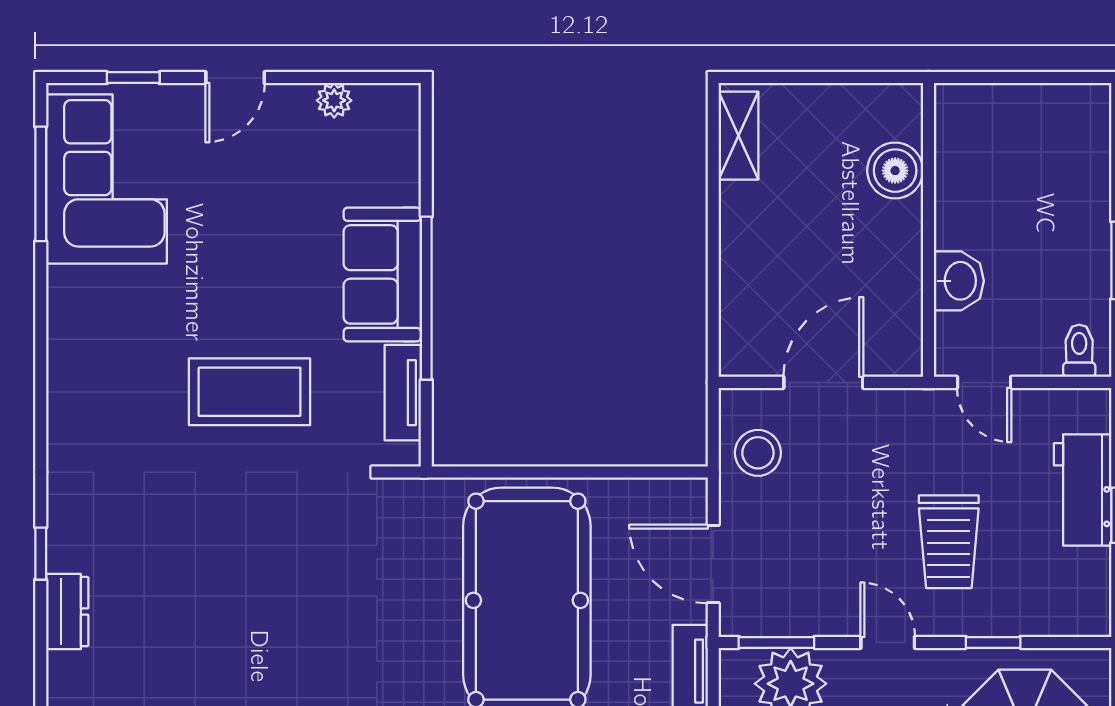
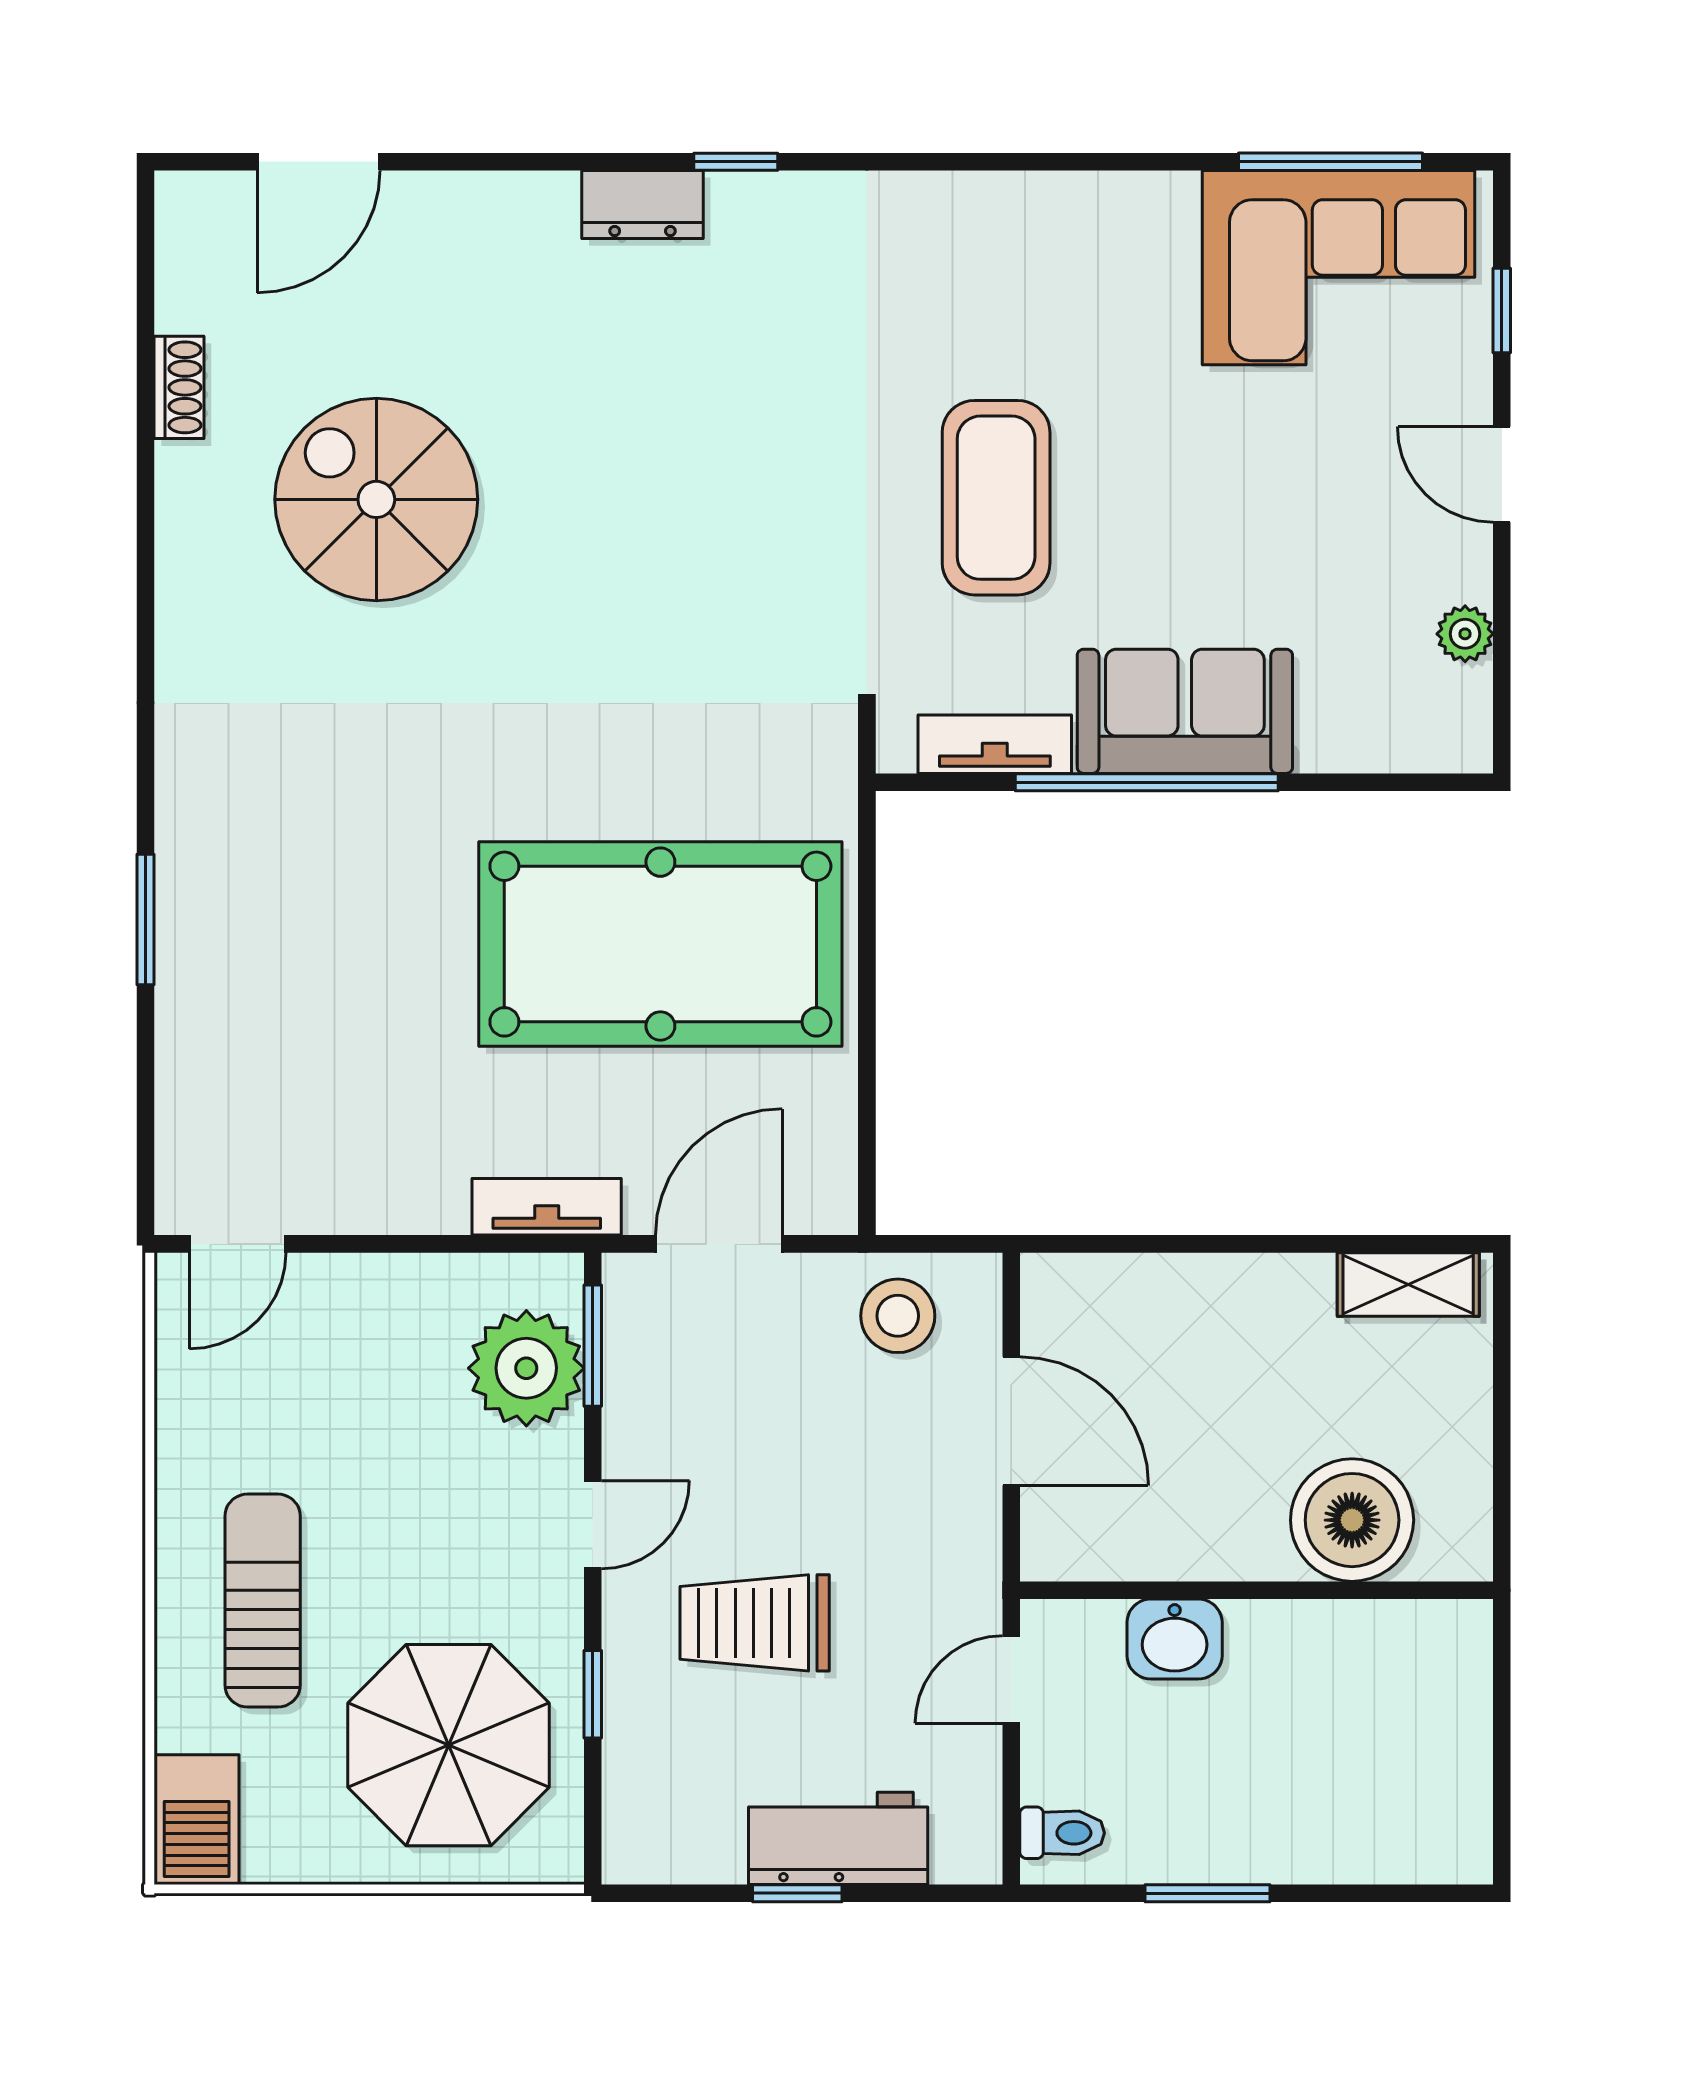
boiler: (895, 171) -> (1352, 1520), width x1.37, depth x1.37

